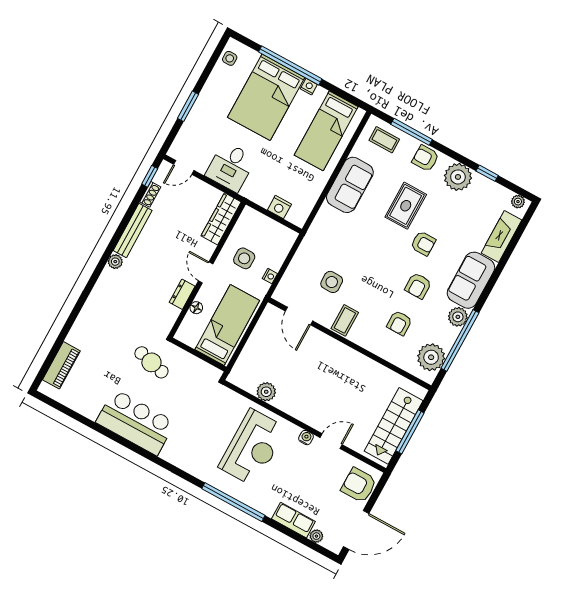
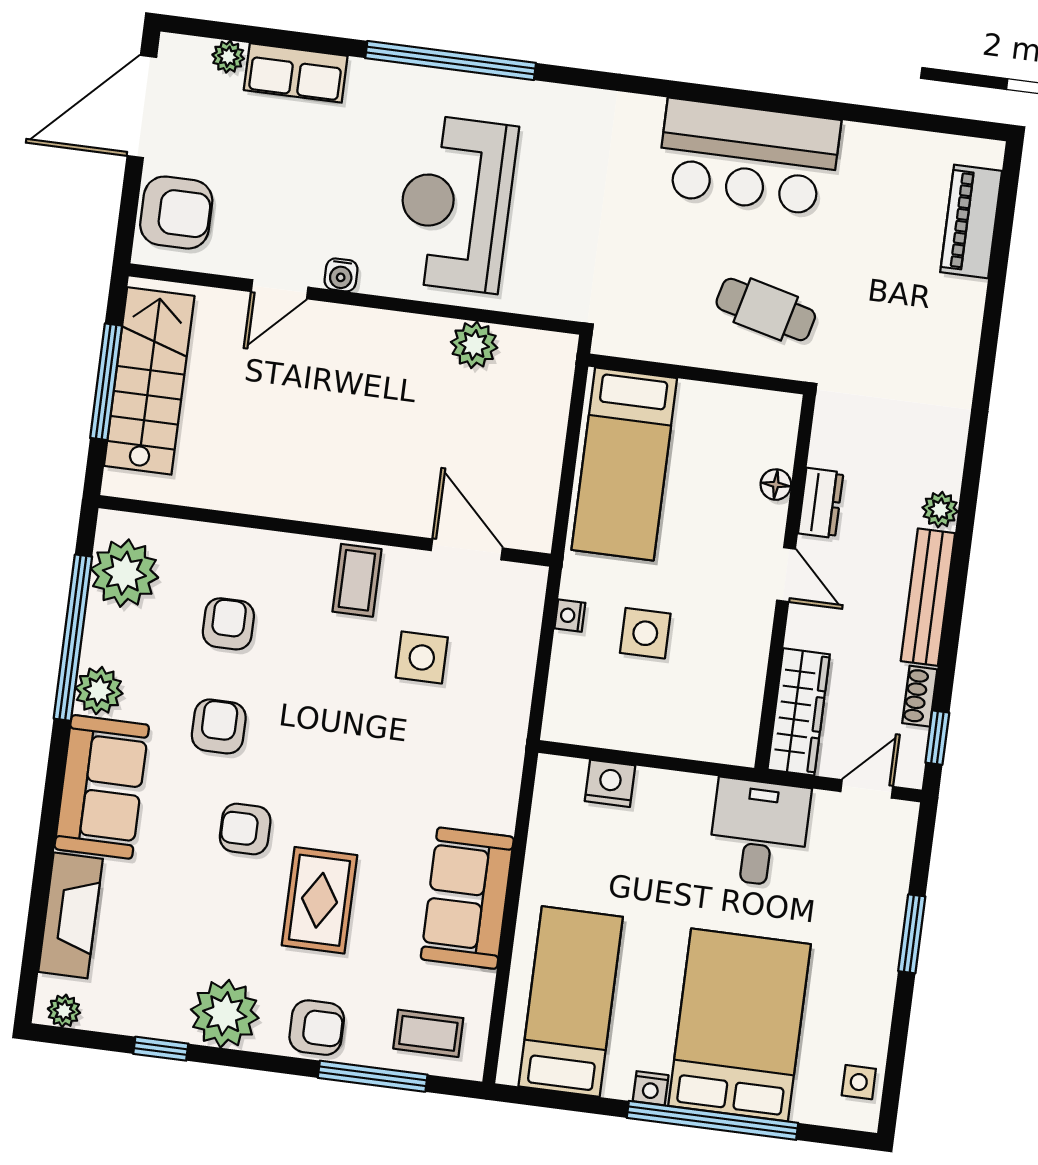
wardrobe: (221, 219) -> (799, 712), moved
wall: (207, 270) -> (785, 582), moved
door: (206, 272) -> (786, 575), moved
dresser: (182, 294) -> (821, 503), moved
floor lamp: (196, 308) -> (776, 485), moved

